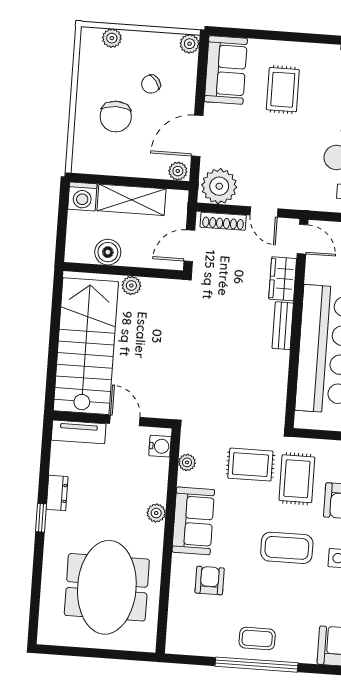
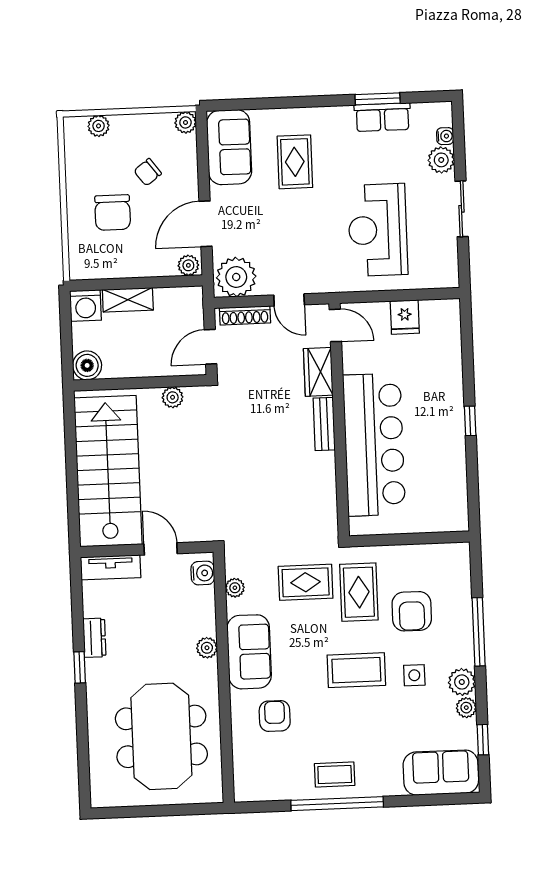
shelving: (131, 200) -> (128, 300), width x0.67, depth x0.75
boiler: (108, 252) -> (87, 365), moved
plant: (131, 285) -> (173, 397), moved

